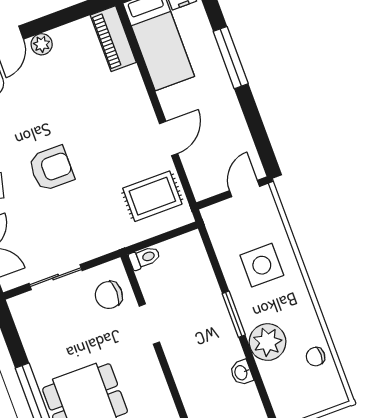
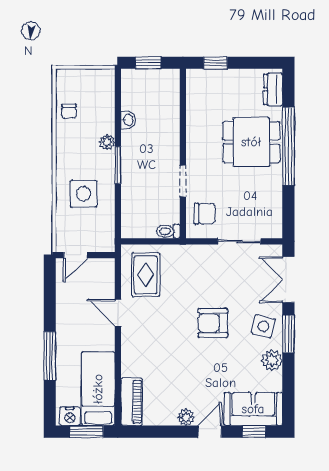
door: (169, 139) -> (118, 313), hinge flipped
rug: (152, 196) -> (146, 275), turned 90
plant: (268, 342) -> (107, 142), width x0.53, depth x0.53
chair: (316, 357) -> (69, 111), turned 90

